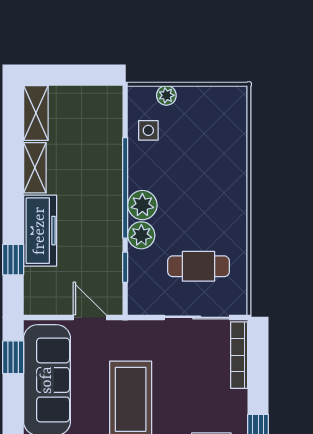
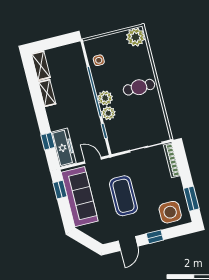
plant: (166, 95) -> (136, 37), moved, width x1.87, depth x1.87
freezer: (40, 231) -> (64, 148), moved
cafe table: (199, 266) -> (139, 87), moved

